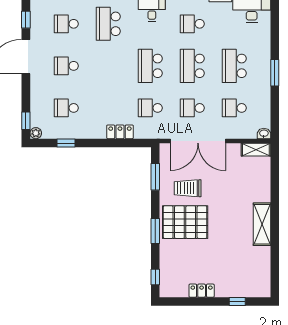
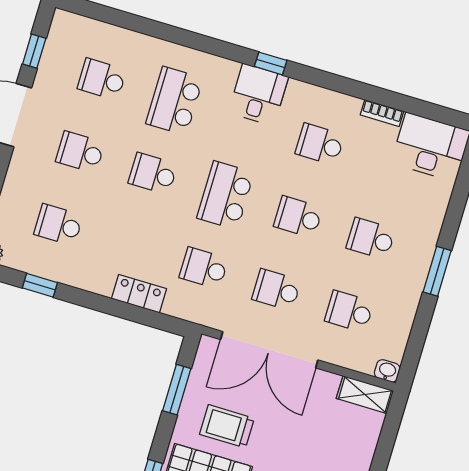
school desk: (108, 66) -> (153, 174), added
school desk: (192, 66) -> (298, 217), width x0.54
school desk: (234, 66) -> (371, 239), width x0.54

